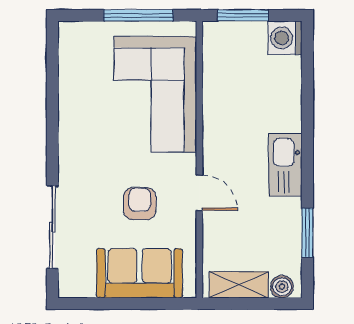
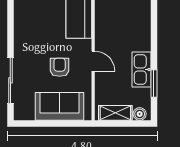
kitchen sink: (285, 165) -> (142, 69), moved

